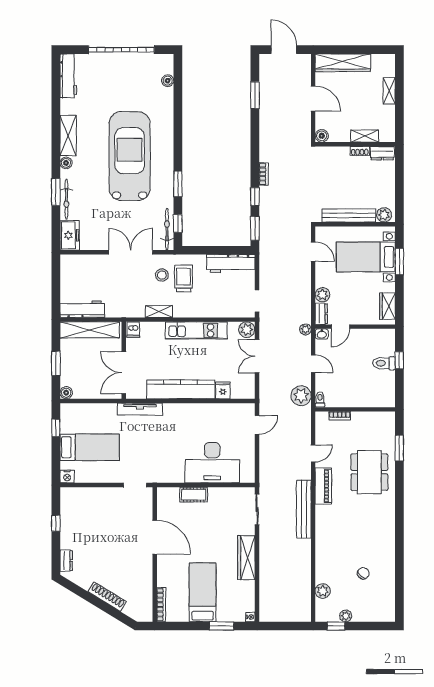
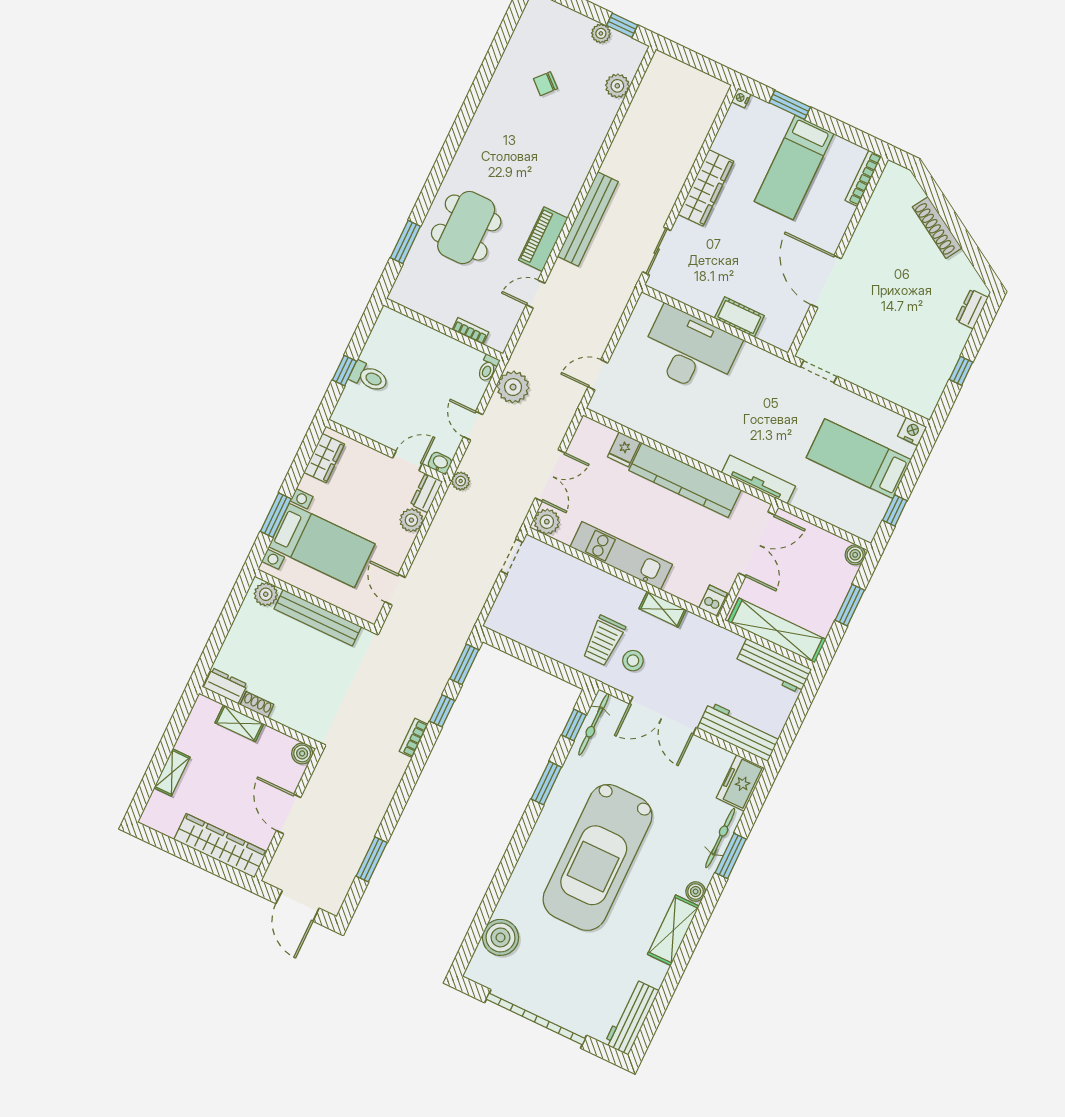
boiler: (168, 81) -> (500, 937), width x1.86, depth x1.86
workbench: (231, 264) -> (739, 732), moved

